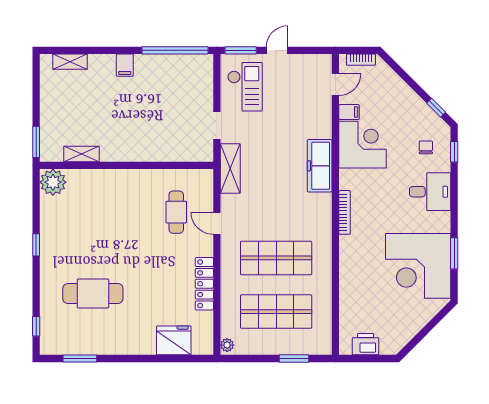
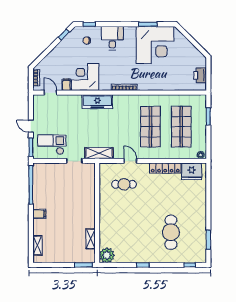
door: (217, 223) -> (130, 161), swing flipped
fridge: (174, 340) -> (192, 171), moved, turned -90

